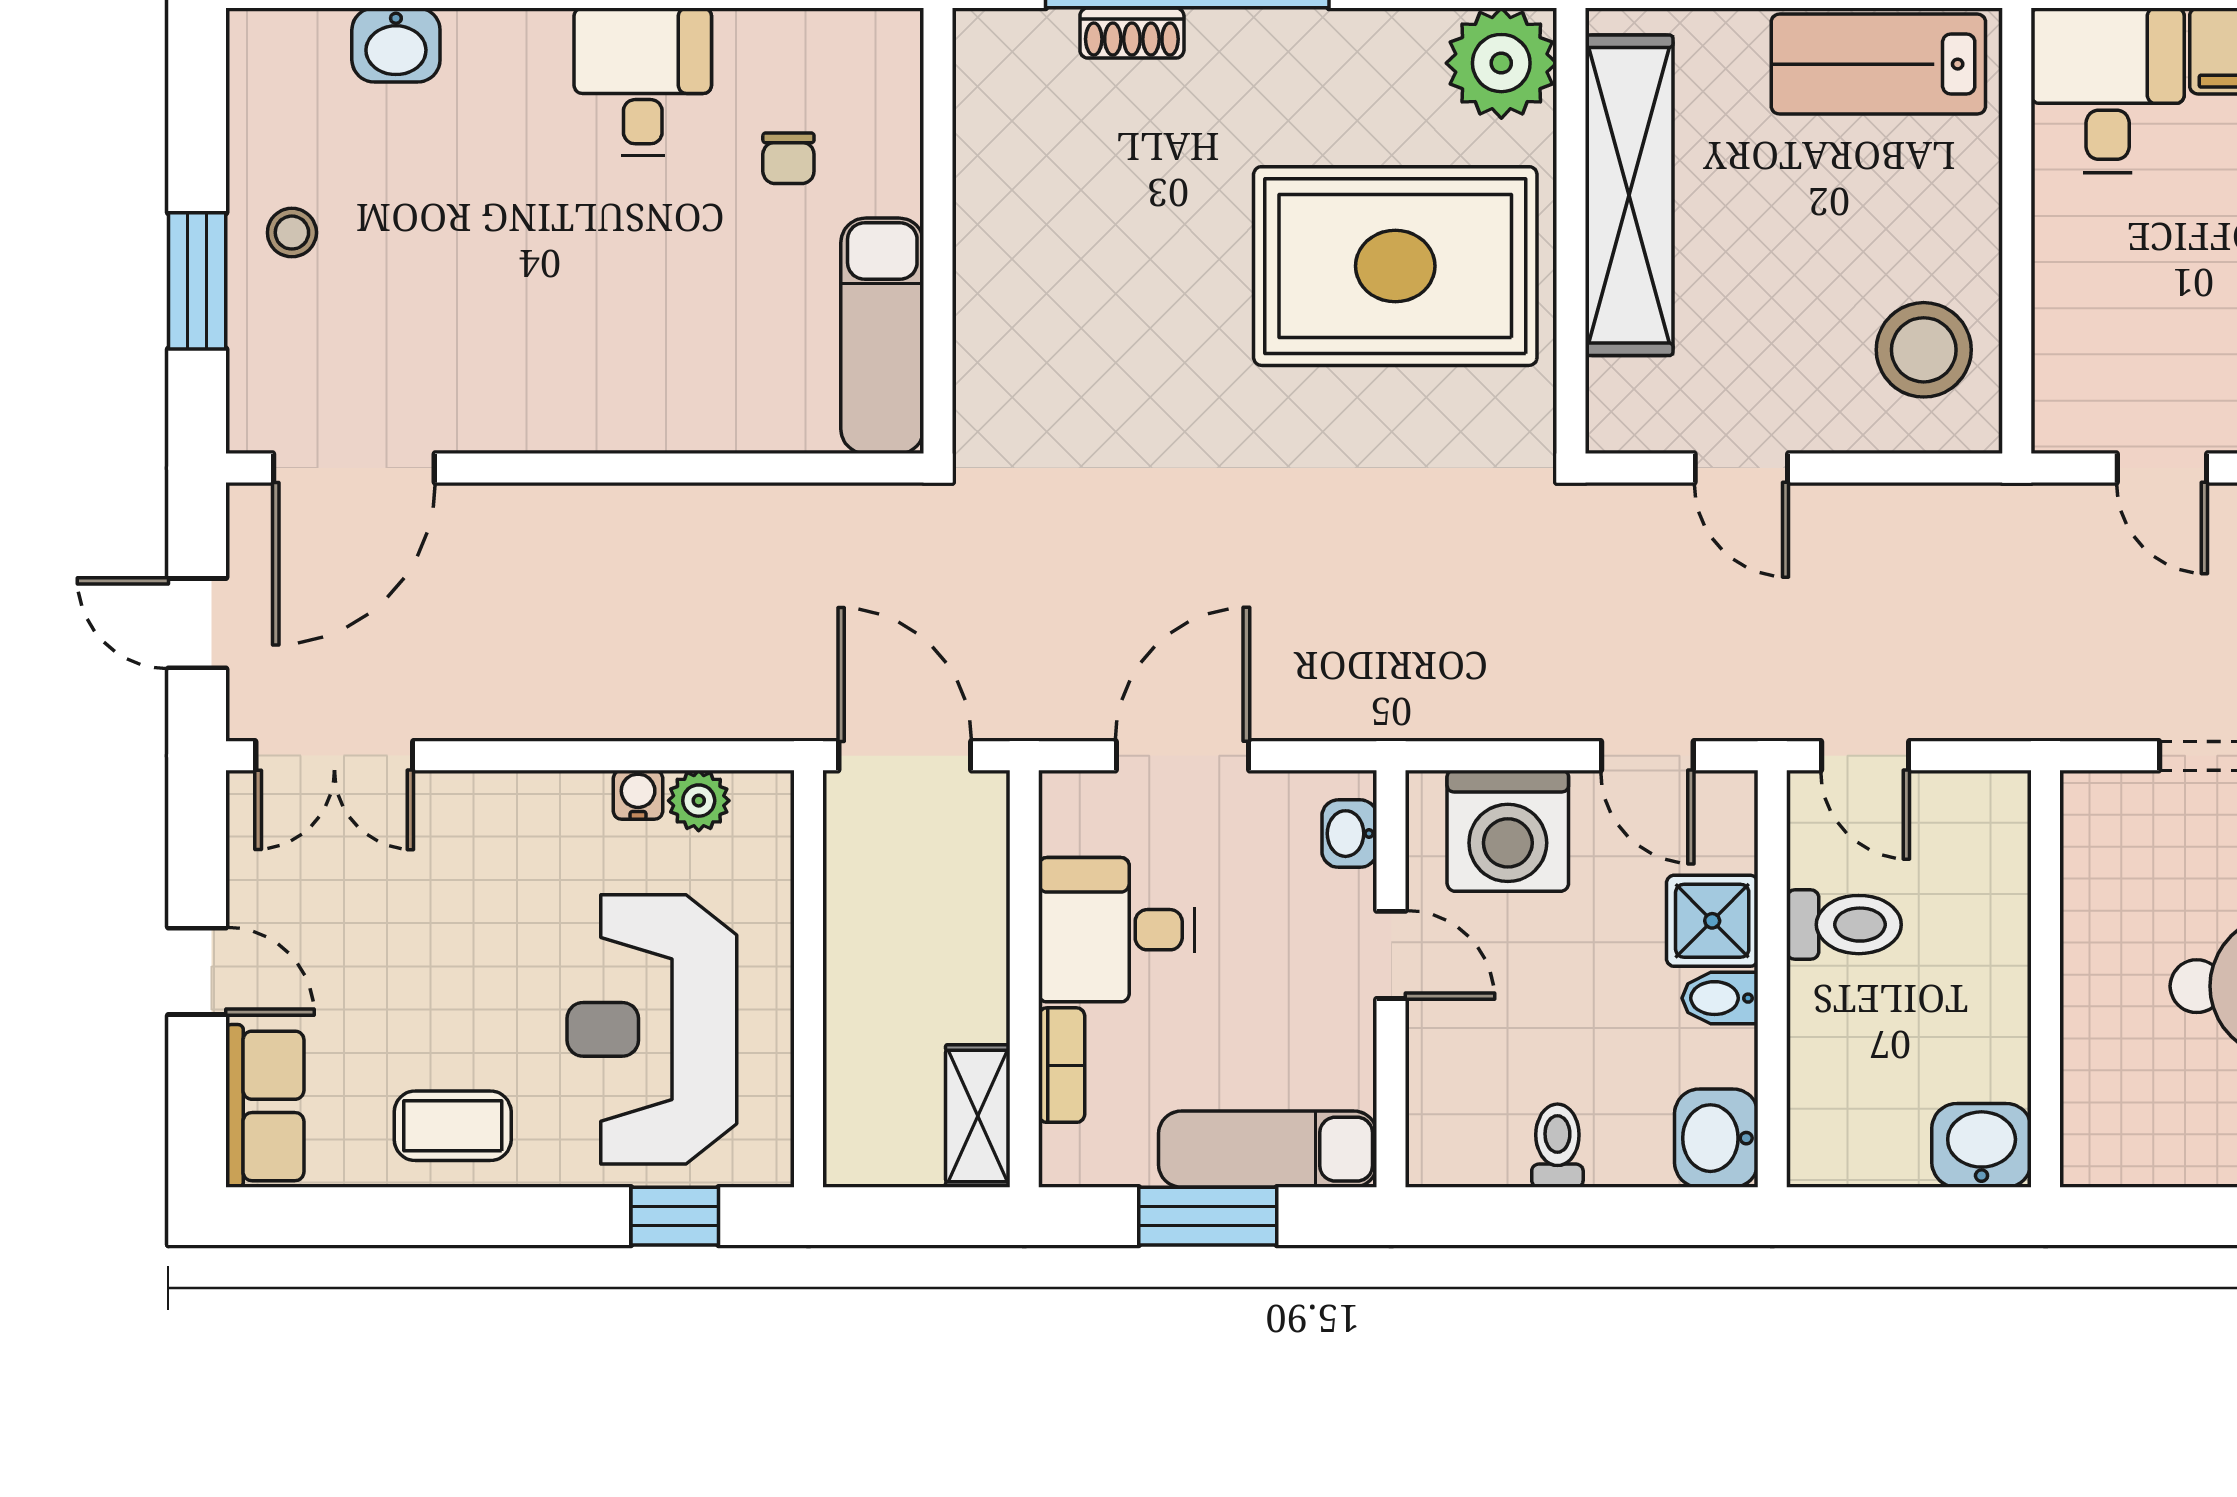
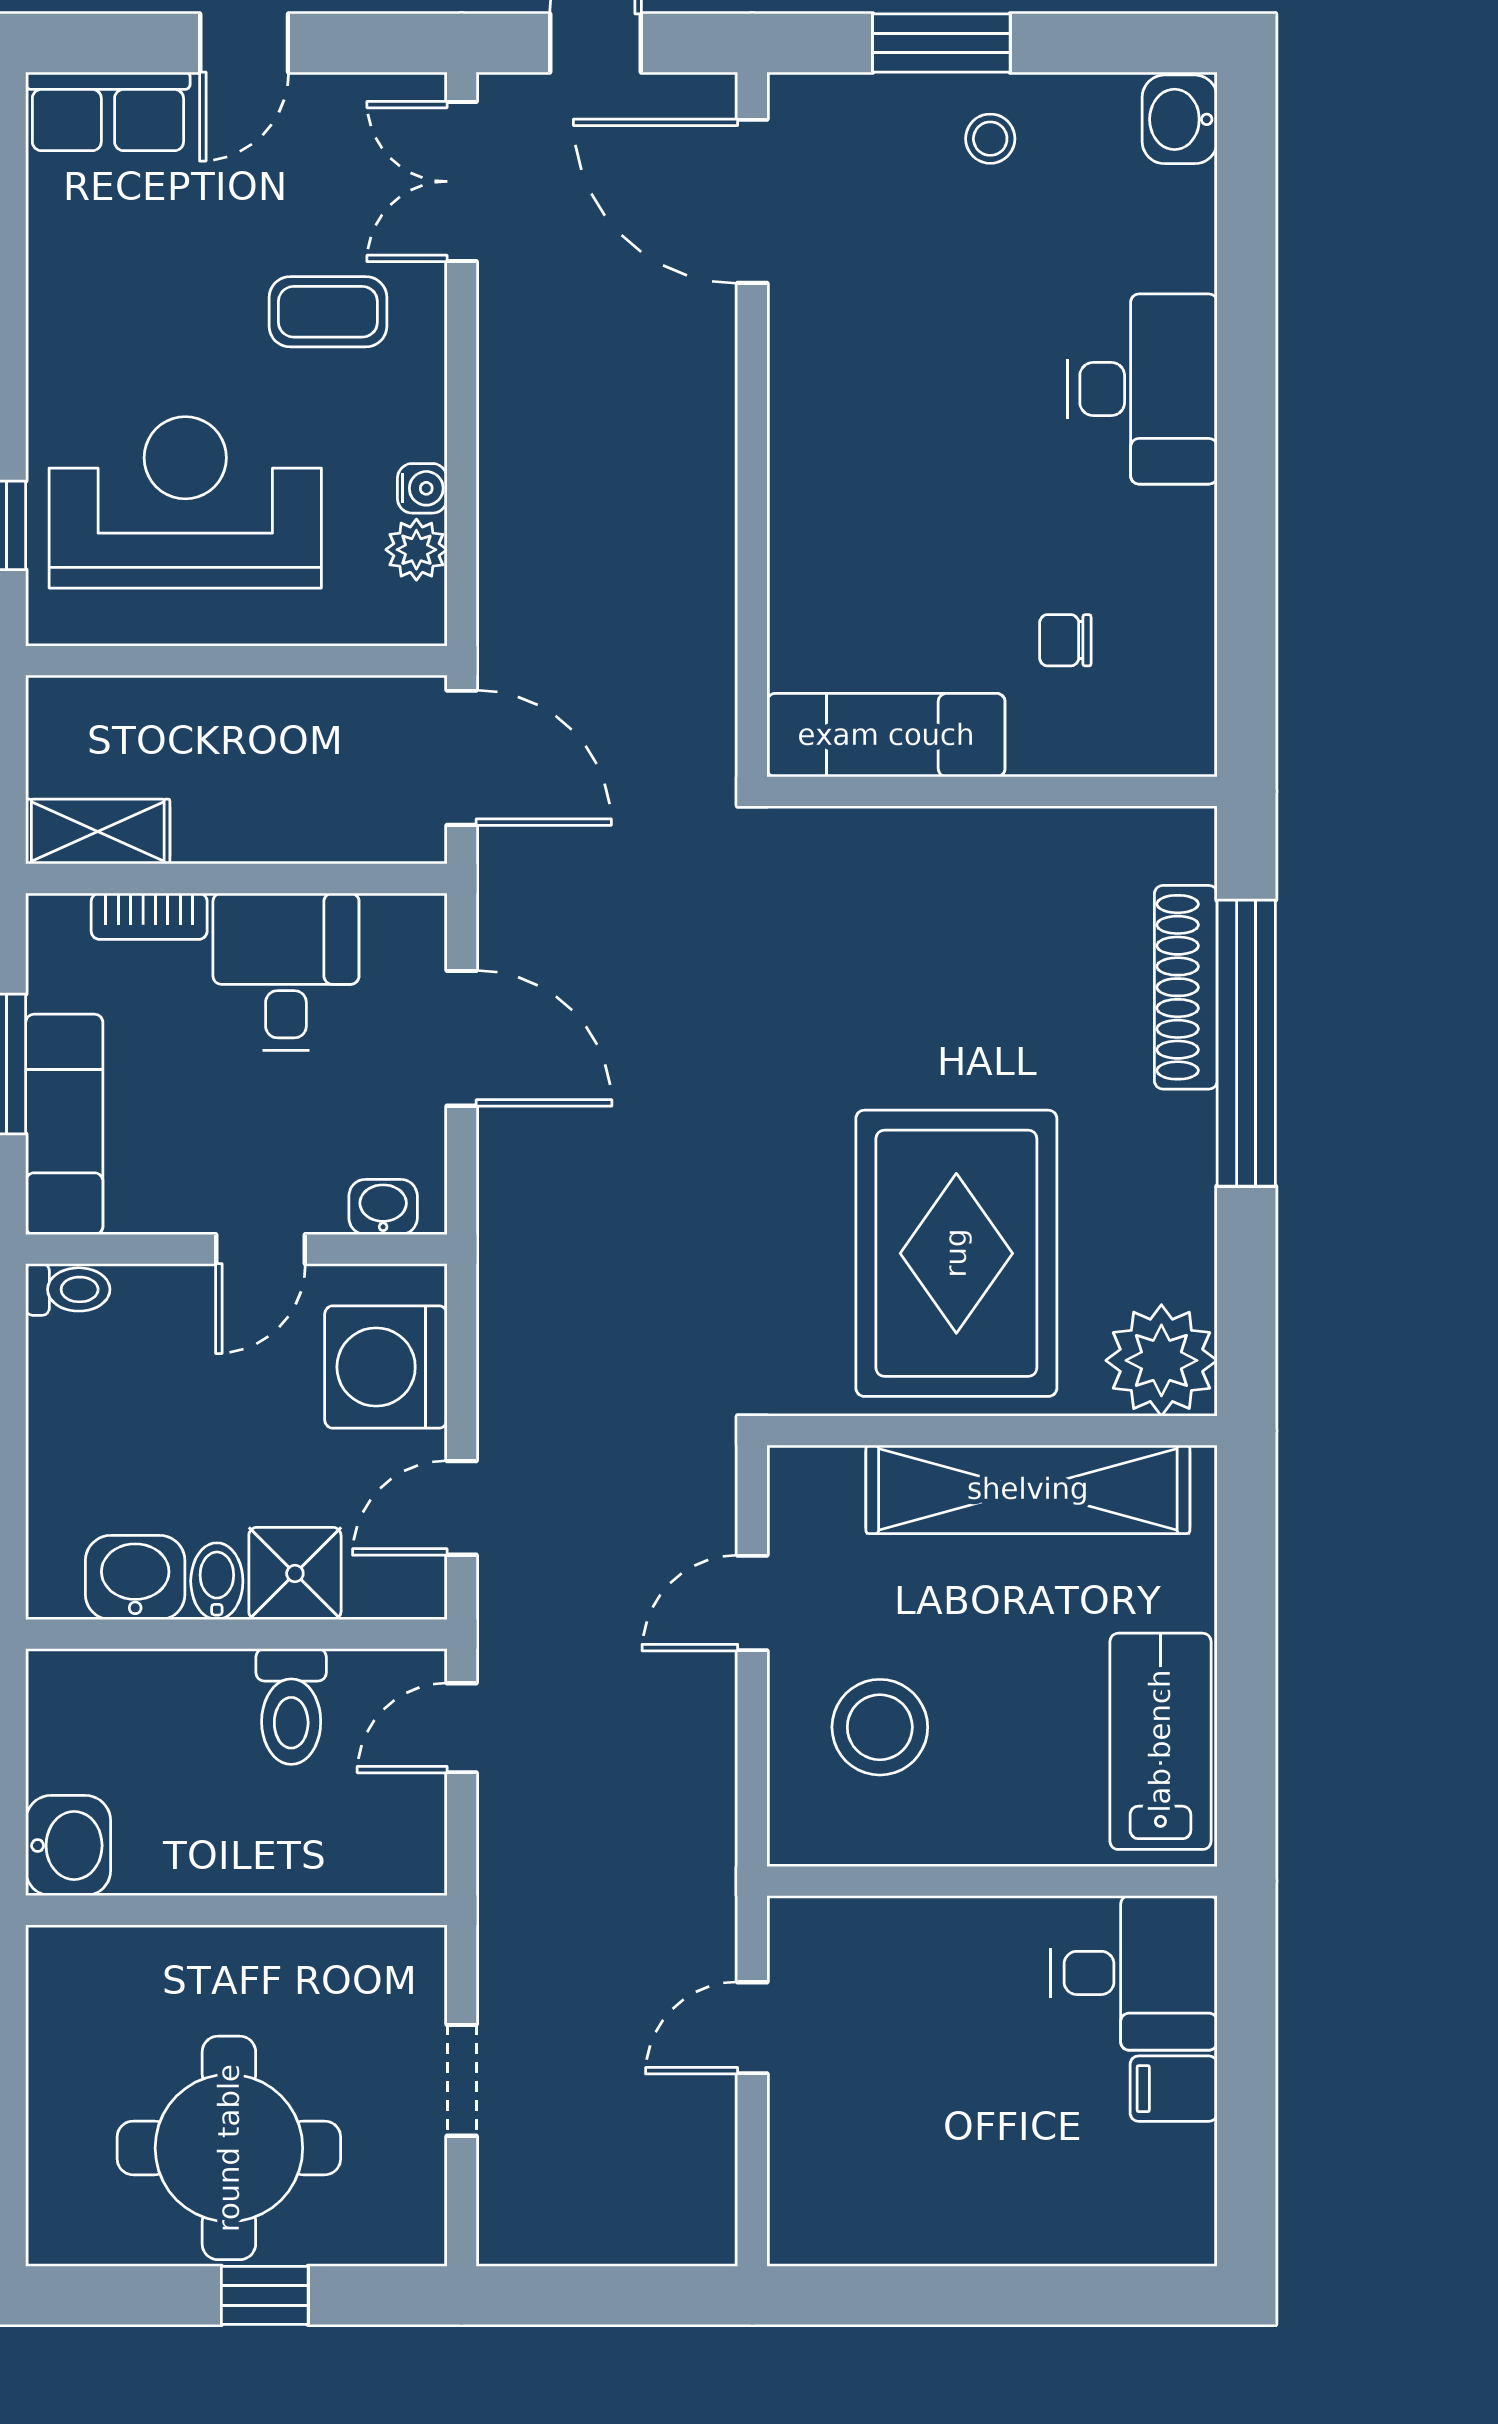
shoe rack: (1132, 33) -> (1186, 987), width x1.94, depth x1.24
washbasin: (396, 45) -> (1180, 119), moved
desk: (643, 82) -> (1143, 389), moved, width x1.37
stool: (1924, 350) -> (880, 1727), moved
door: (905, 756) -> (462, 758), hinge flipped
coffee table: (453, 1126) -> (328, 312), moved, turned 90
washbasin: (1716, 1138) -> (135, 1578), moved
toilet: (1557, 1146) -> (68, 1289), moved

